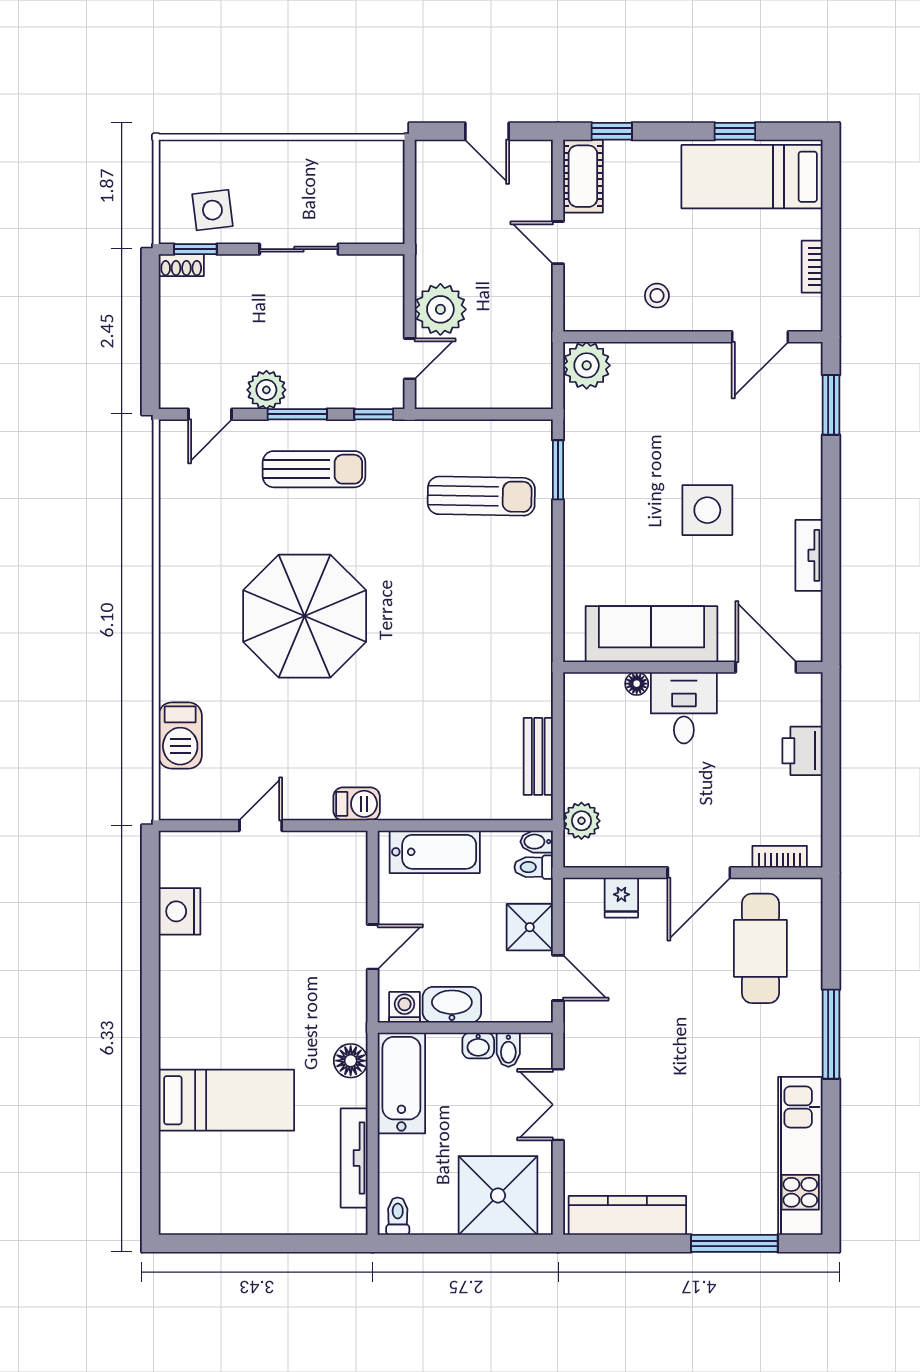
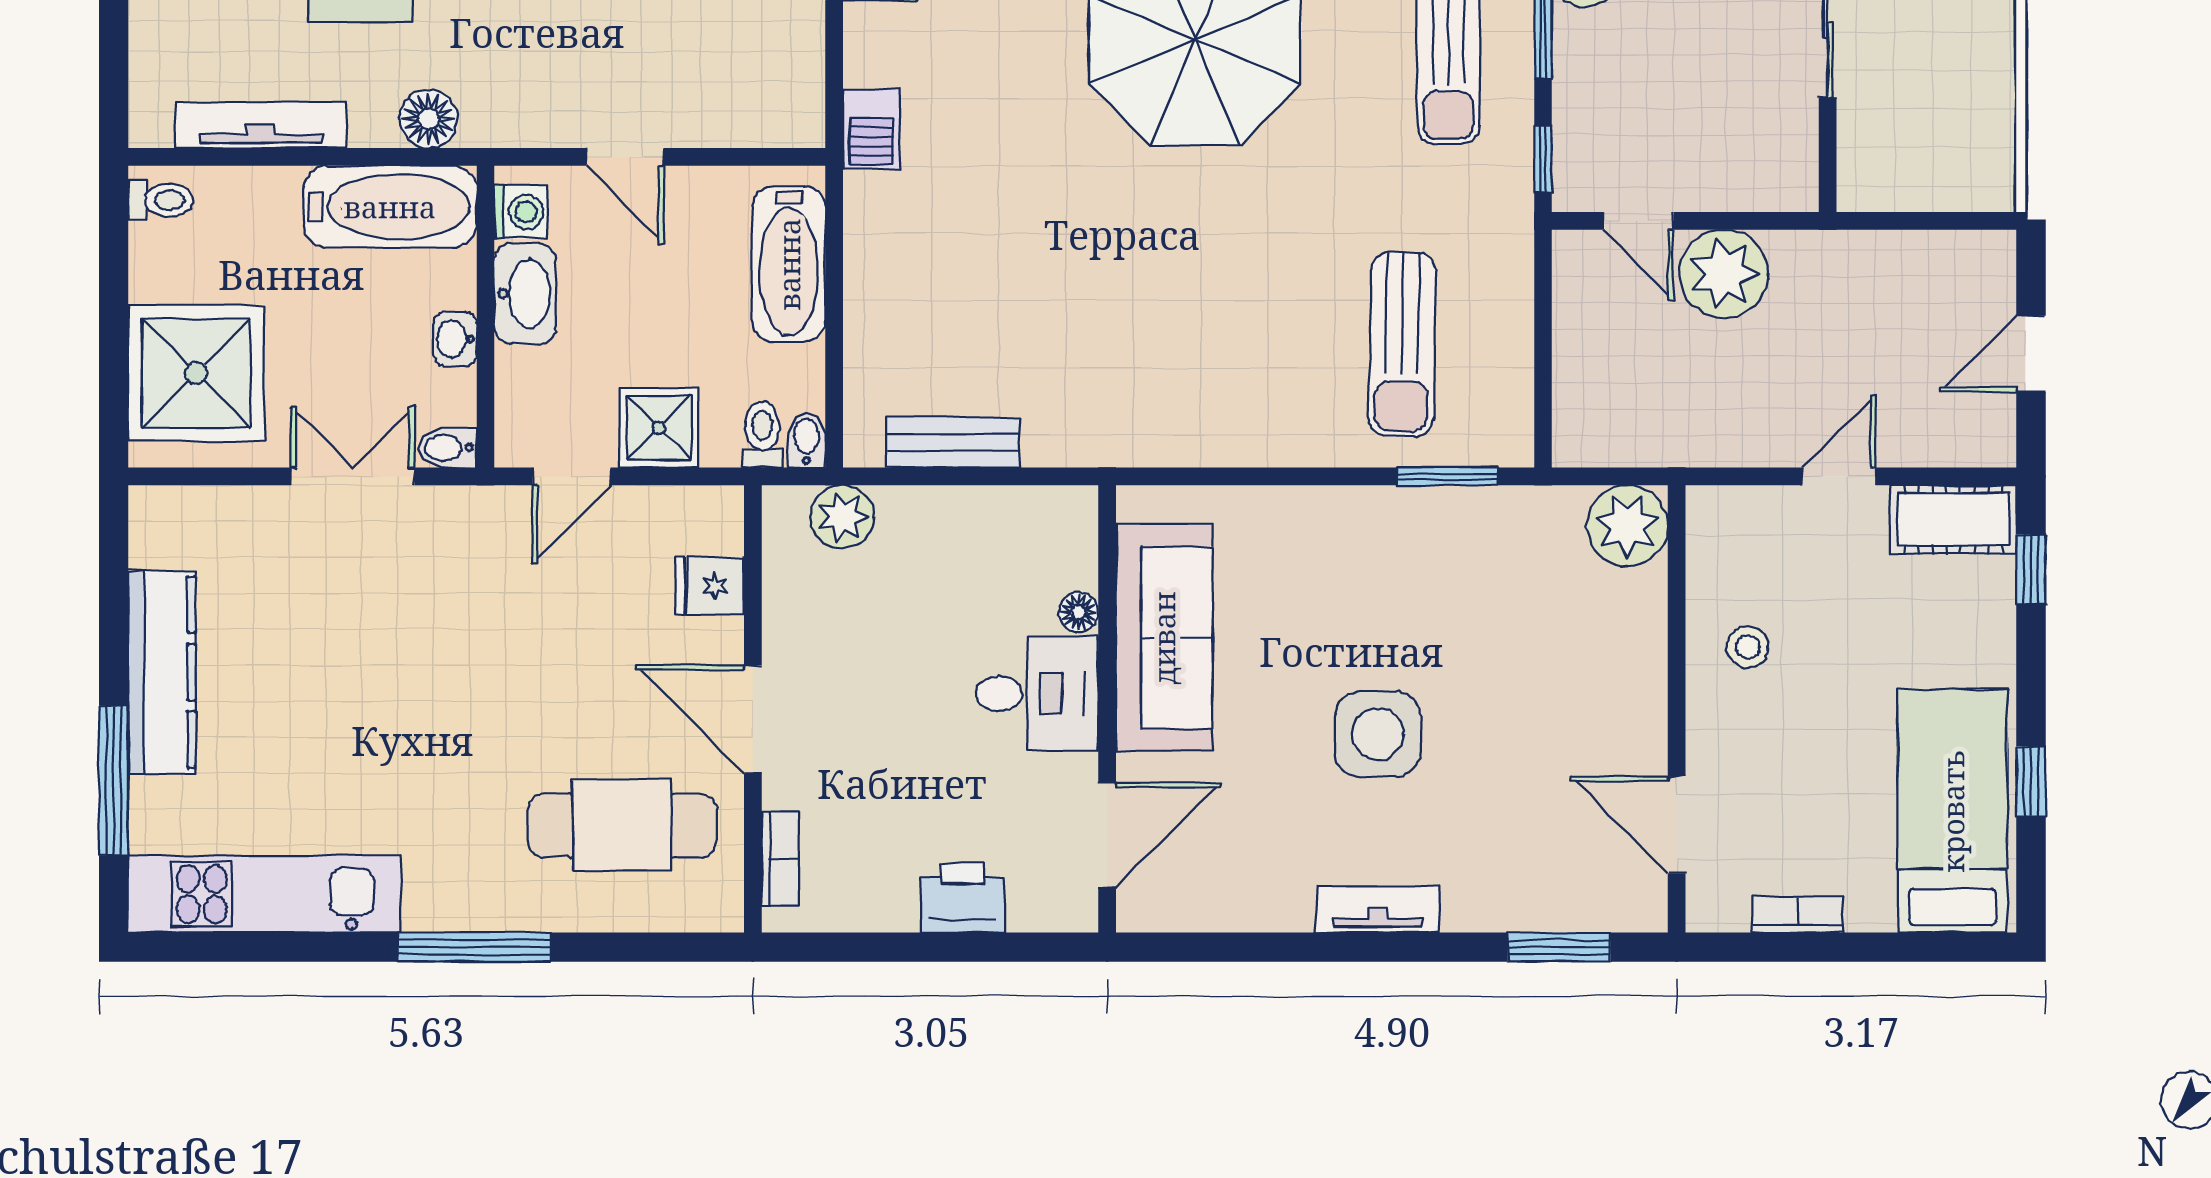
tv unit: (809, 555) -> (1378, 909), moved
bidet: (508, 1050) -> (447, 448), moved
kitchen counter: (627, 1215) -> (162, 672), moved

